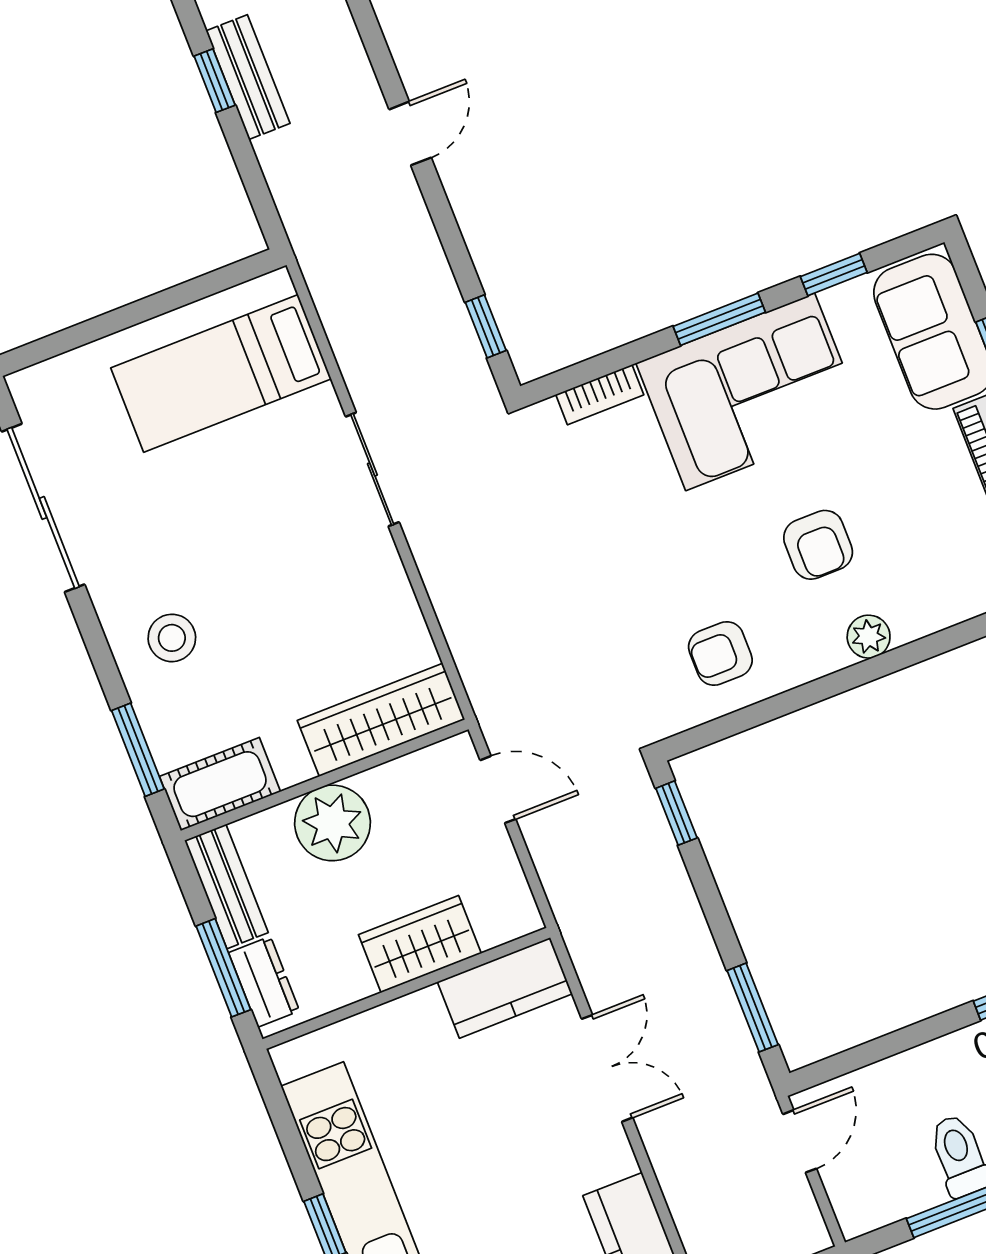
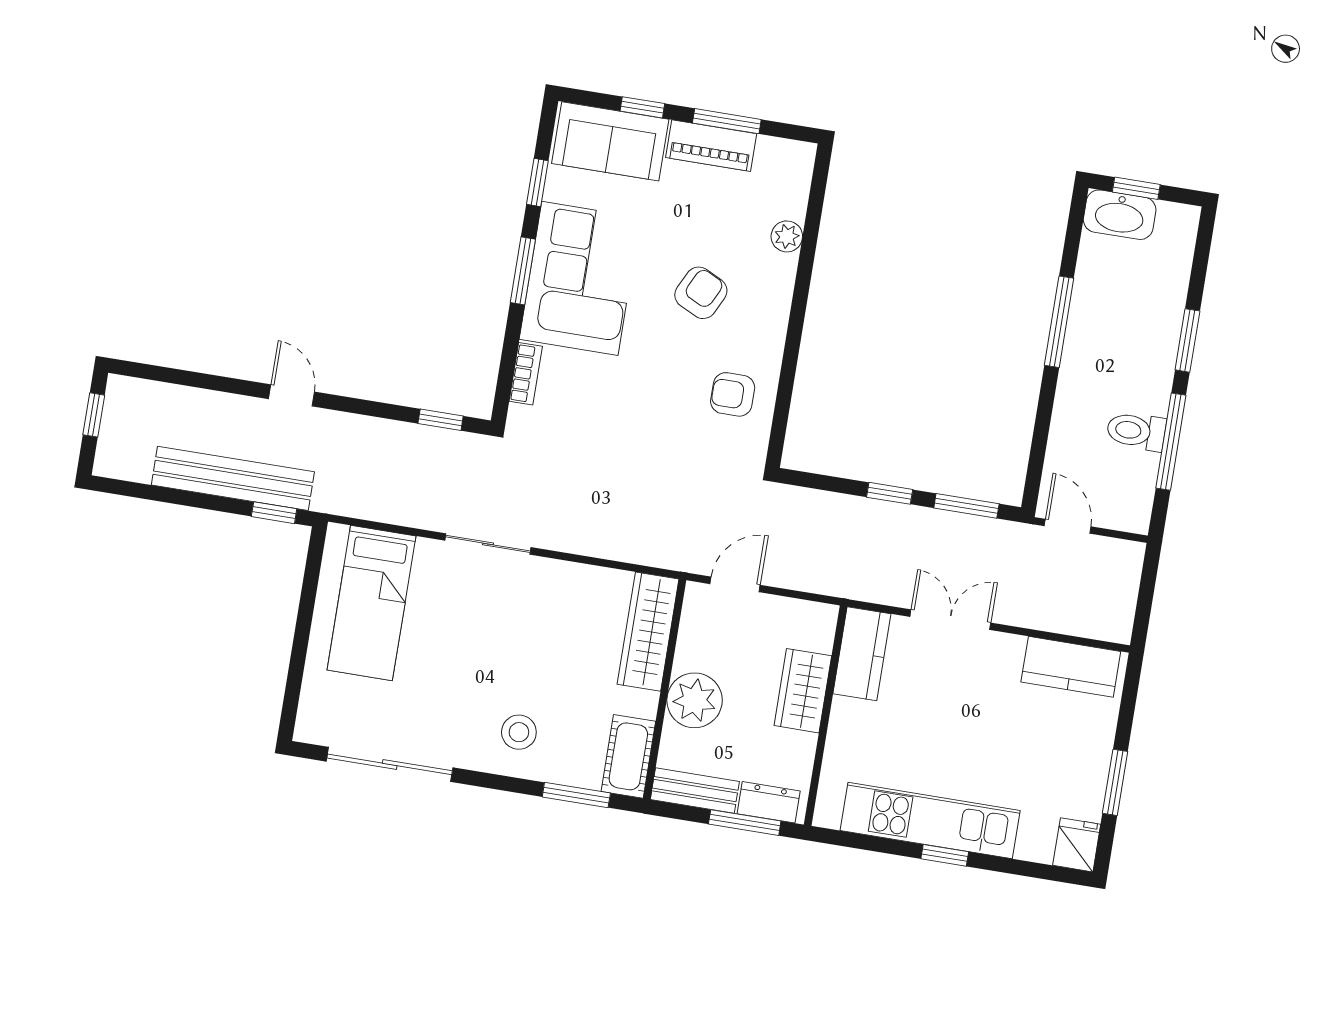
bench: (248, 77) -> (233, 478), width x1.86, depth x1.21
window: (215, 81) -> (274, 513), moved
armchair: (818, 545) -> (701, 293), turned -64
plant: (869, 637) -> (787, 236), moved
armchair: (720, 653) -> (733, 394), turned 90
window: (676, 813) -> (890, 493), moved

